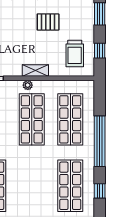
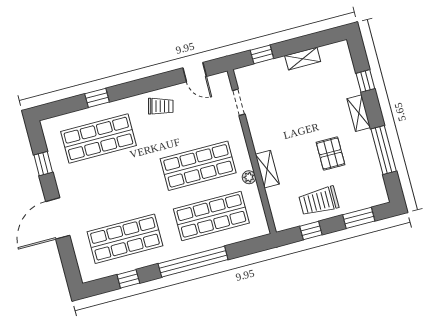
trolley: (75, 53) -> (319, 201), moved
shelving: (35, 70) -> (267, 169), moved
plant: (28, 85) -> (249, 177), moved

